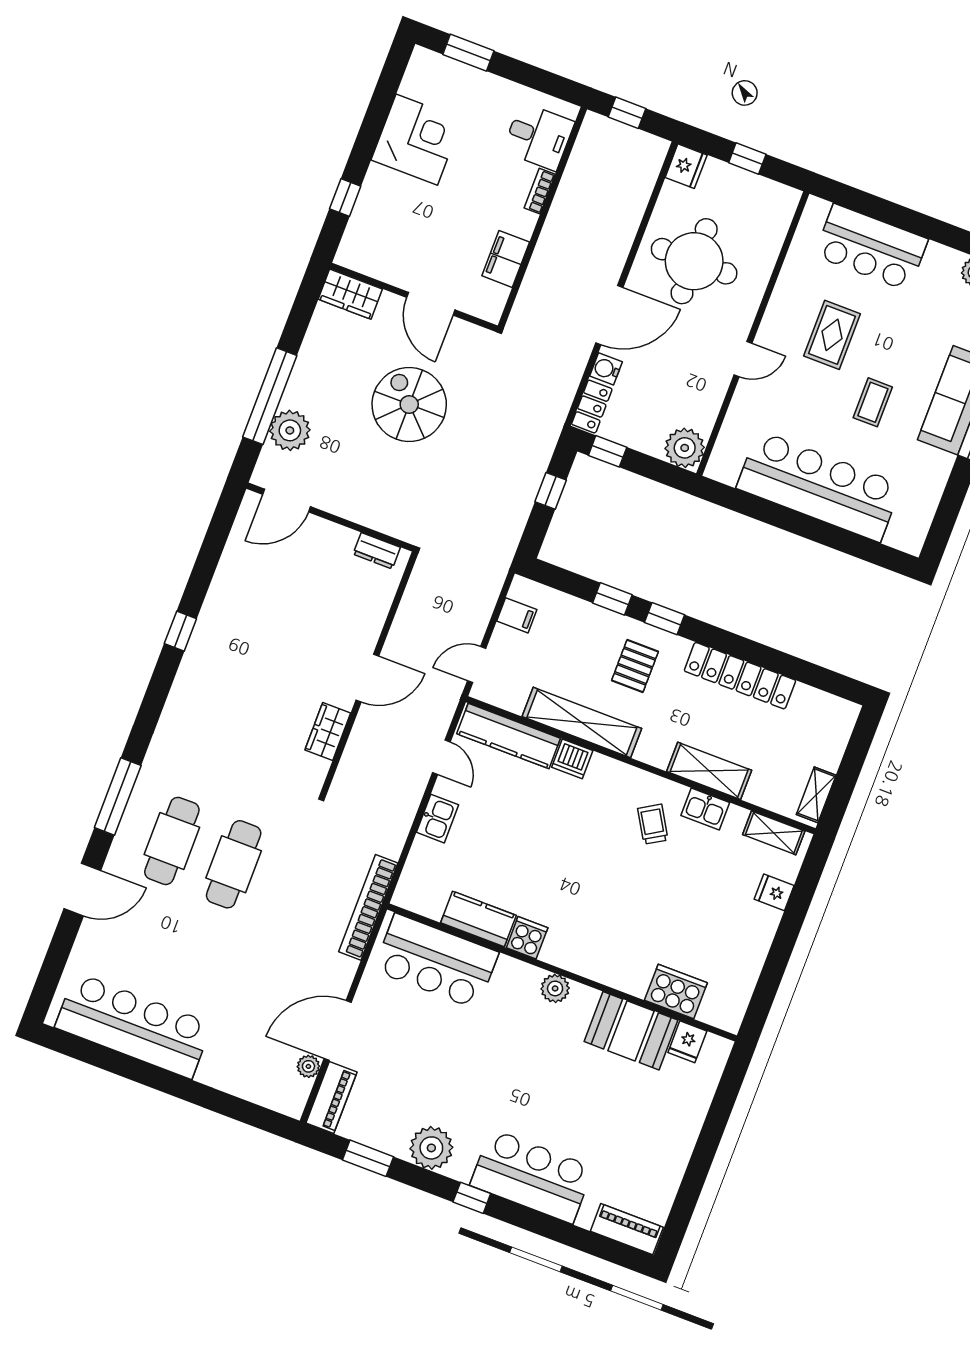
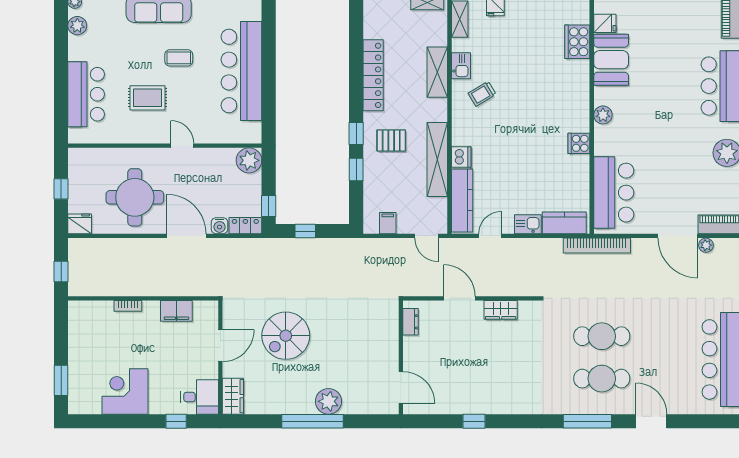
desk: (538, 137) -> (200, 397), moved, turned 90
door: (287, 500) -> (401, 387), moved
wall: (330, 517) -> (401, 357), moved
dresser: (377, 551) -> (410, 322), moved
kitchen counter: (478, 919) -> (564, 223), moved, turned 90

